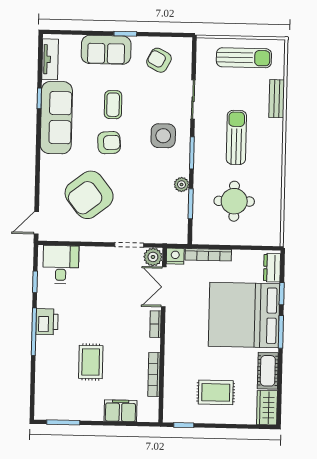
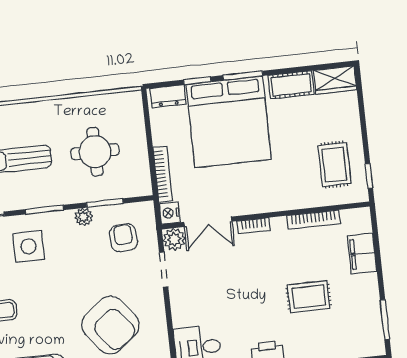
armchair: (109, 143) -> (123, 238), moved
rug: (216, 392) -> (334, 165), moved

